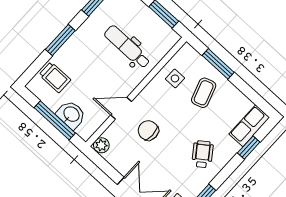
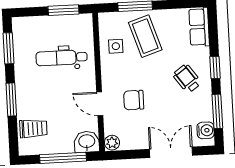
coffee table: (204, 93) -> (145, 36), width x1.36, depth x1.30
door: (121, 108) -> (100, 104), hinge flipped
washbasin: (71, 115) -> (87, 142), moved
window: (249, 147) -> (215, 67), moved

